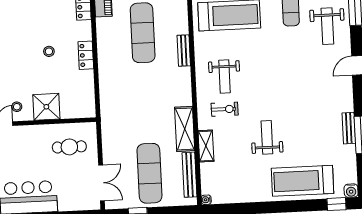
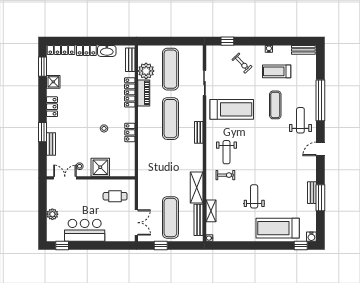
weight bench: (327, 26) -> (300, 120), turned 180
shelving: (206, 146) -> (211, 211), moved

